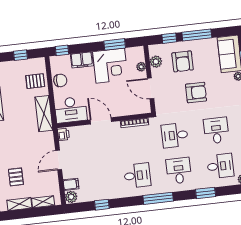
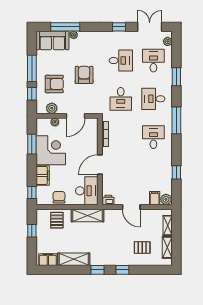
desk: (216, 131) -> (121, 61), turned 180

